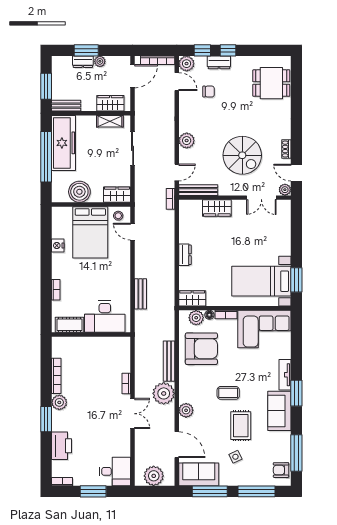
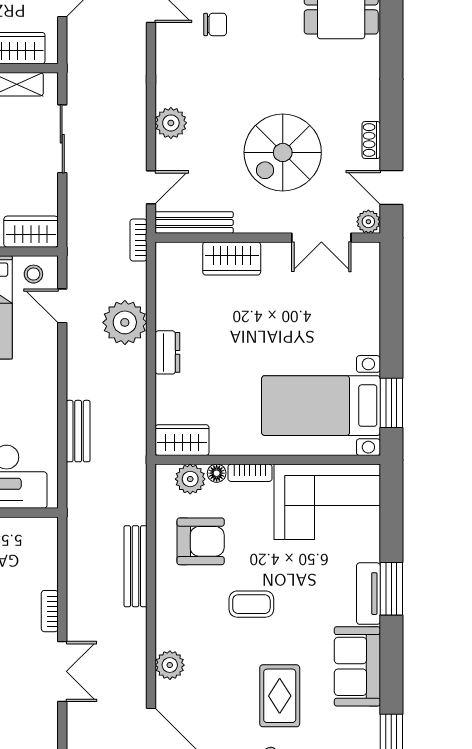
spiral stairs: (242, 155) -> (283, 152), turned 90
armchair: (201, 349) -> (201, 541), width x0.73, depth x0.73
plant: (164, 393) -> (125, 322), moved
coffee table: (228, 393) -> (251, 604), moved
window: (296, 393) -> (391, 589), moved

